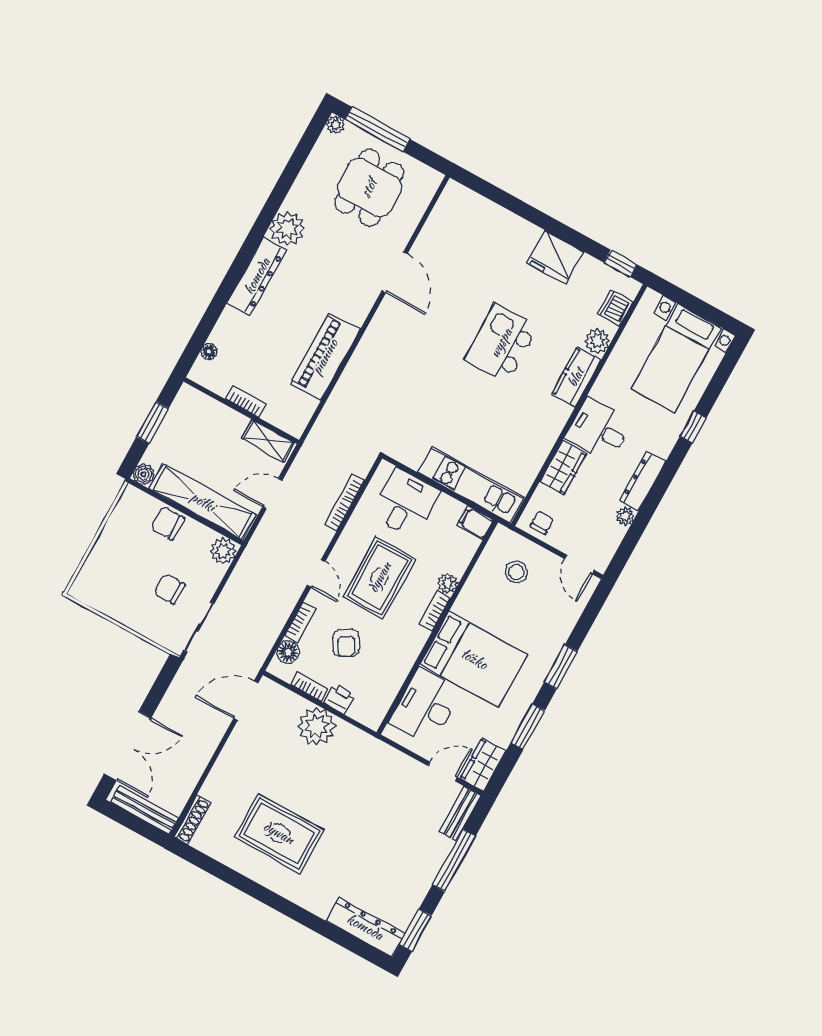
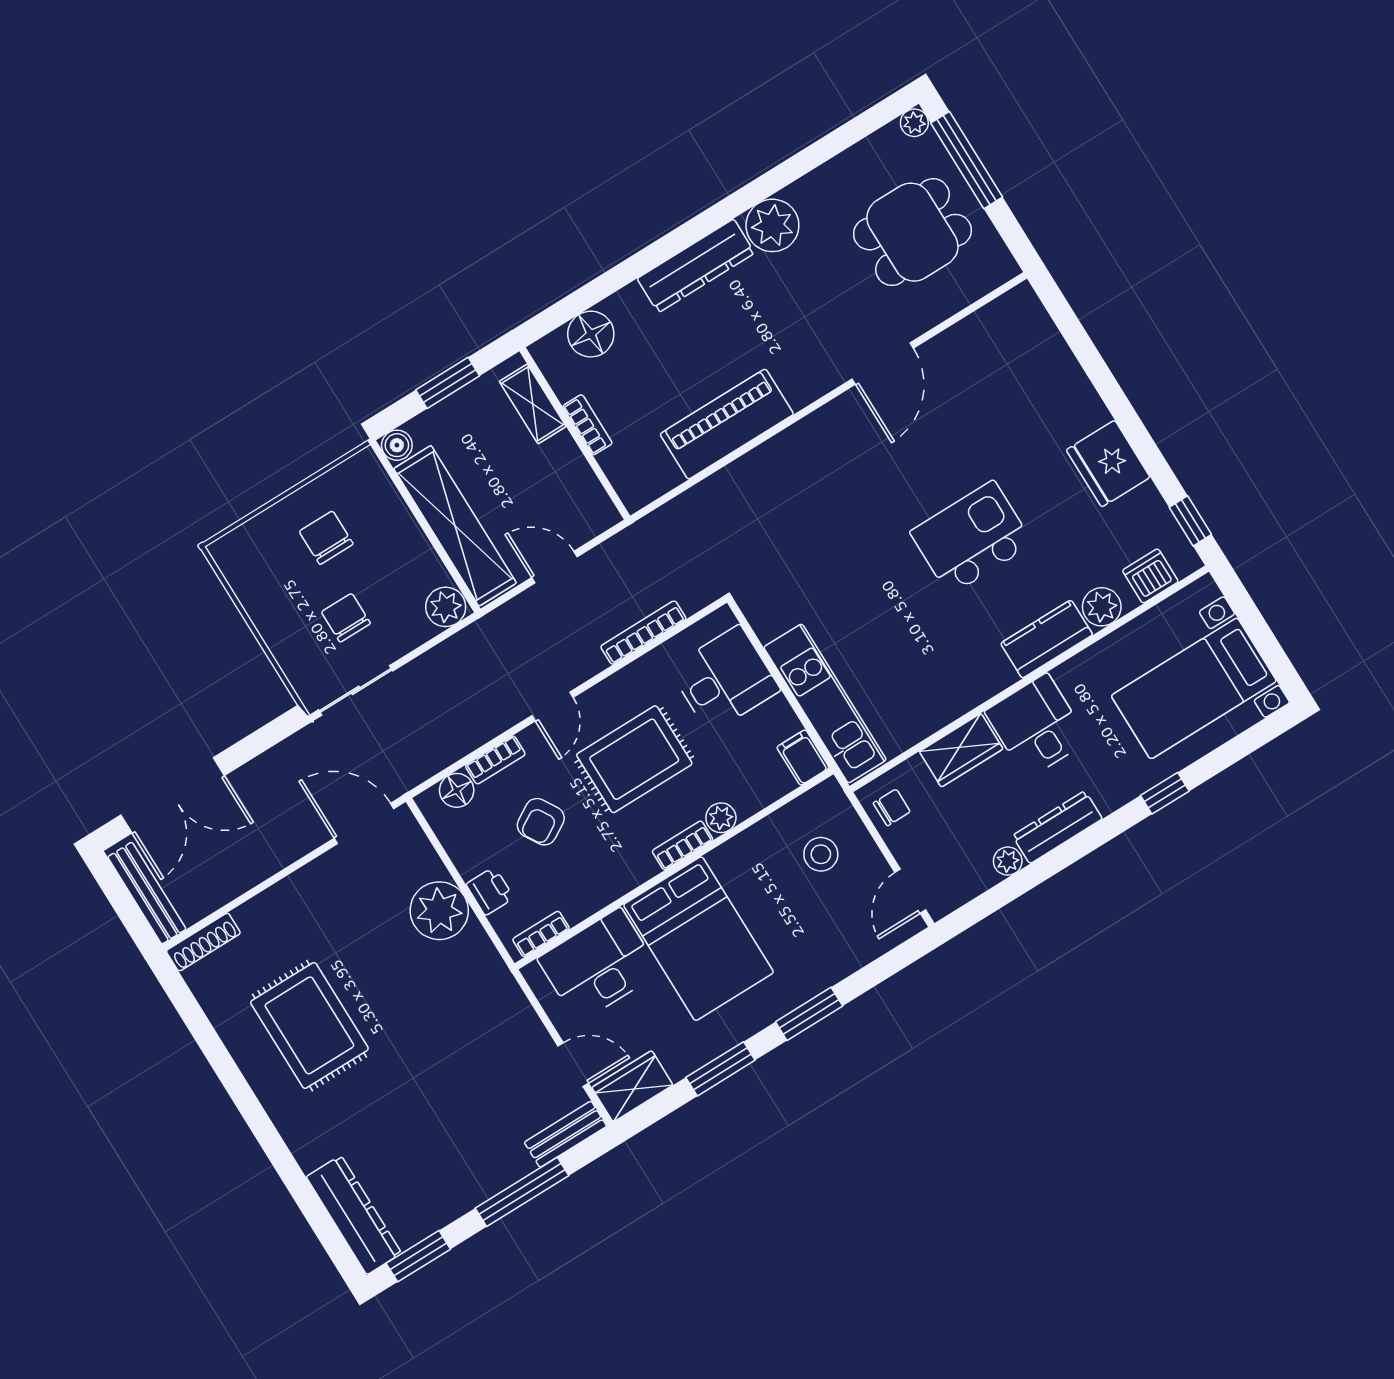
floor lamp: (209, 352) -> (591, 334), width x1.89, depth x1.89
shelving: (268, 441) -> (533, 404), moved
chair: (168, 523) -> (326, 538), moved
bookcase: (309, 687) -> (541, 934), moved, turned -90

